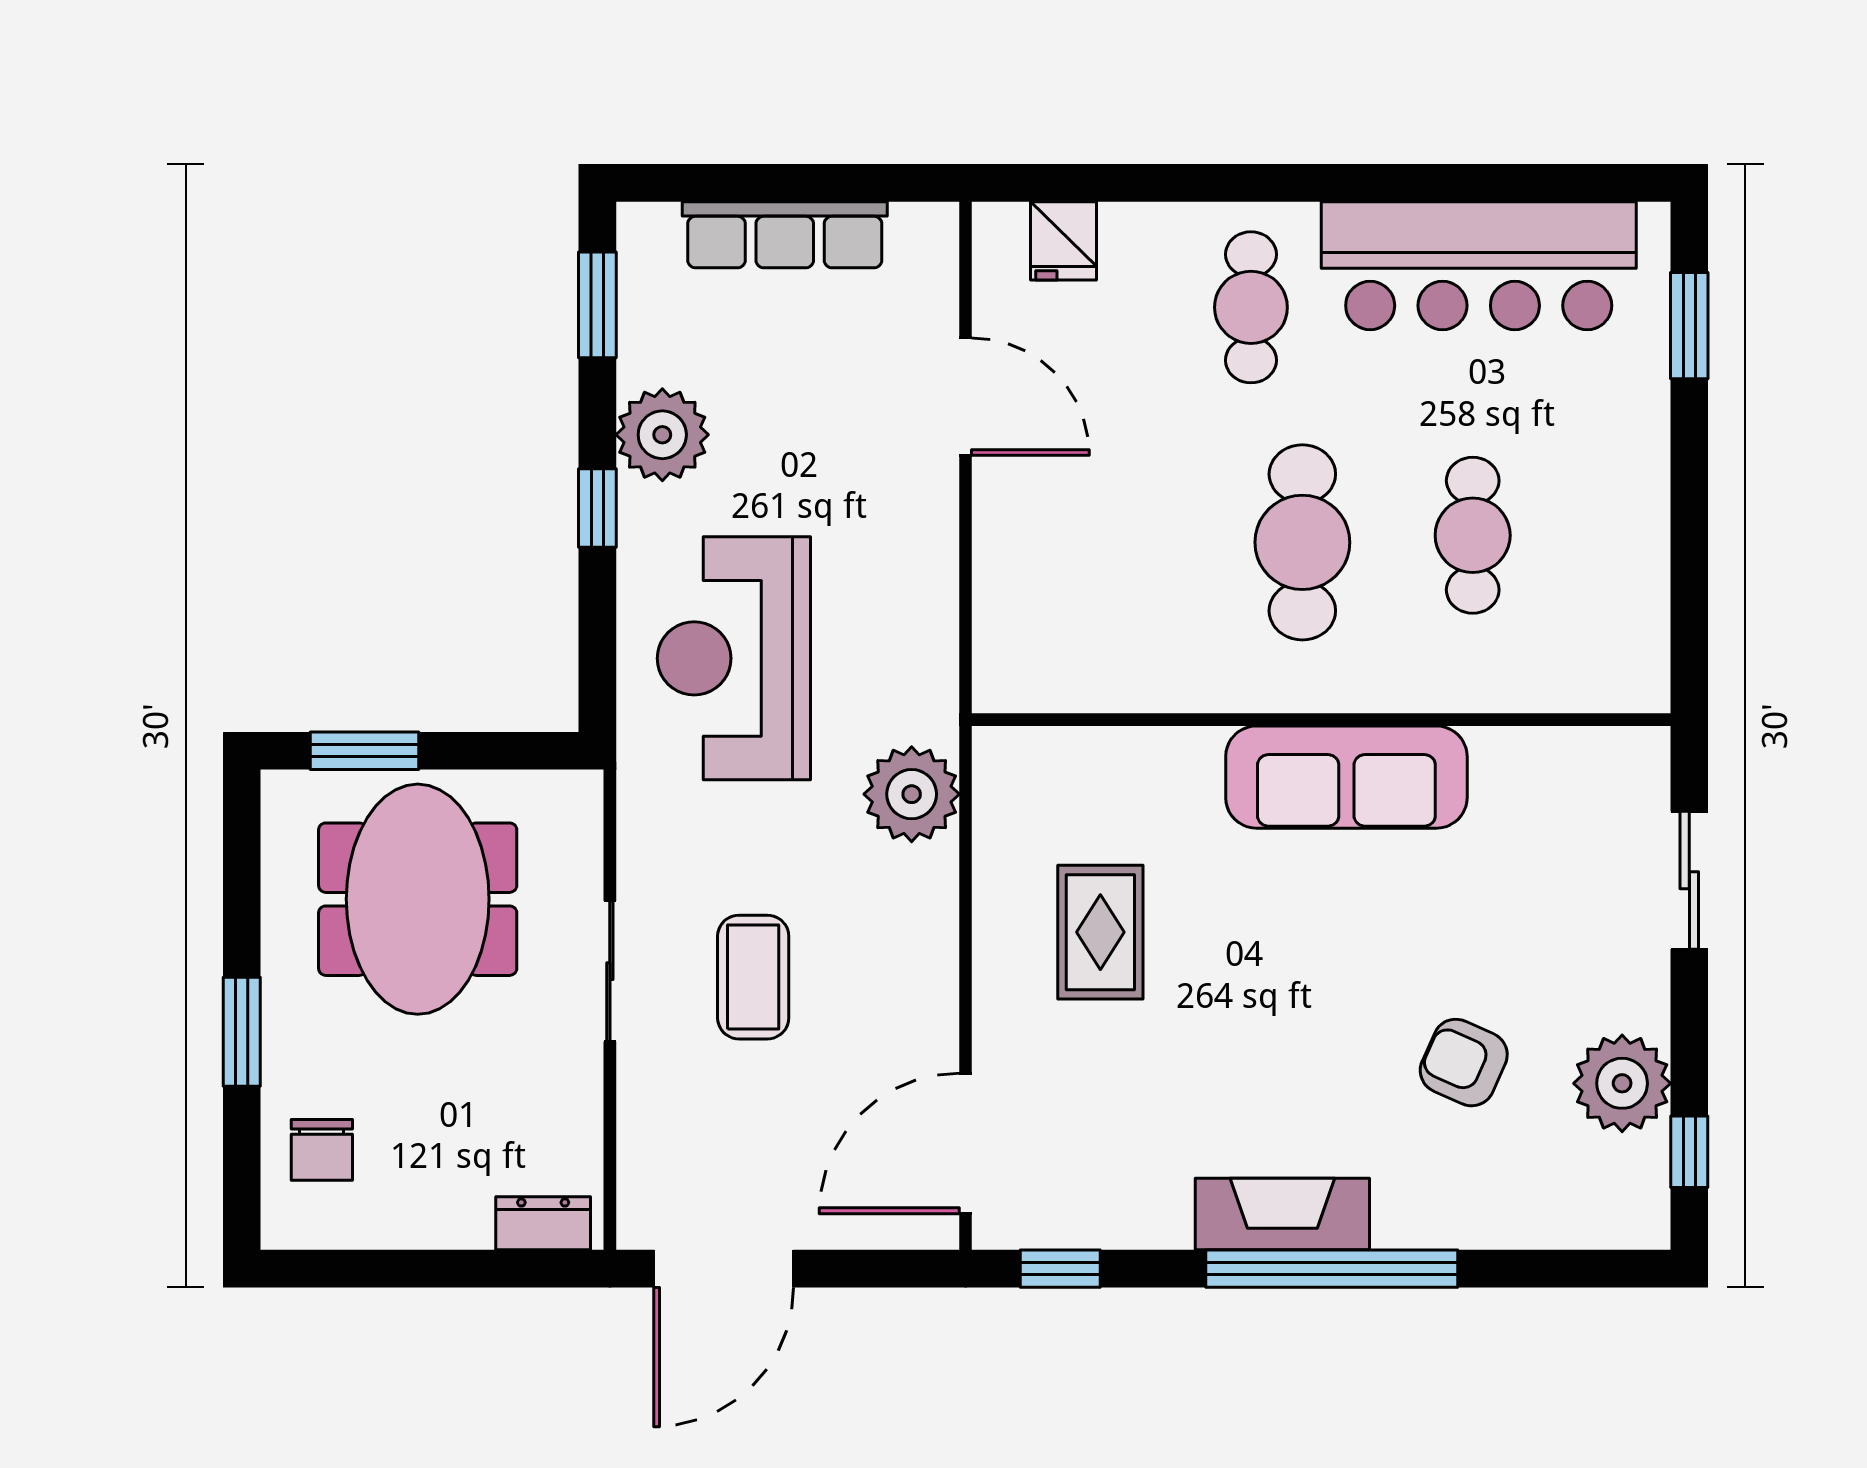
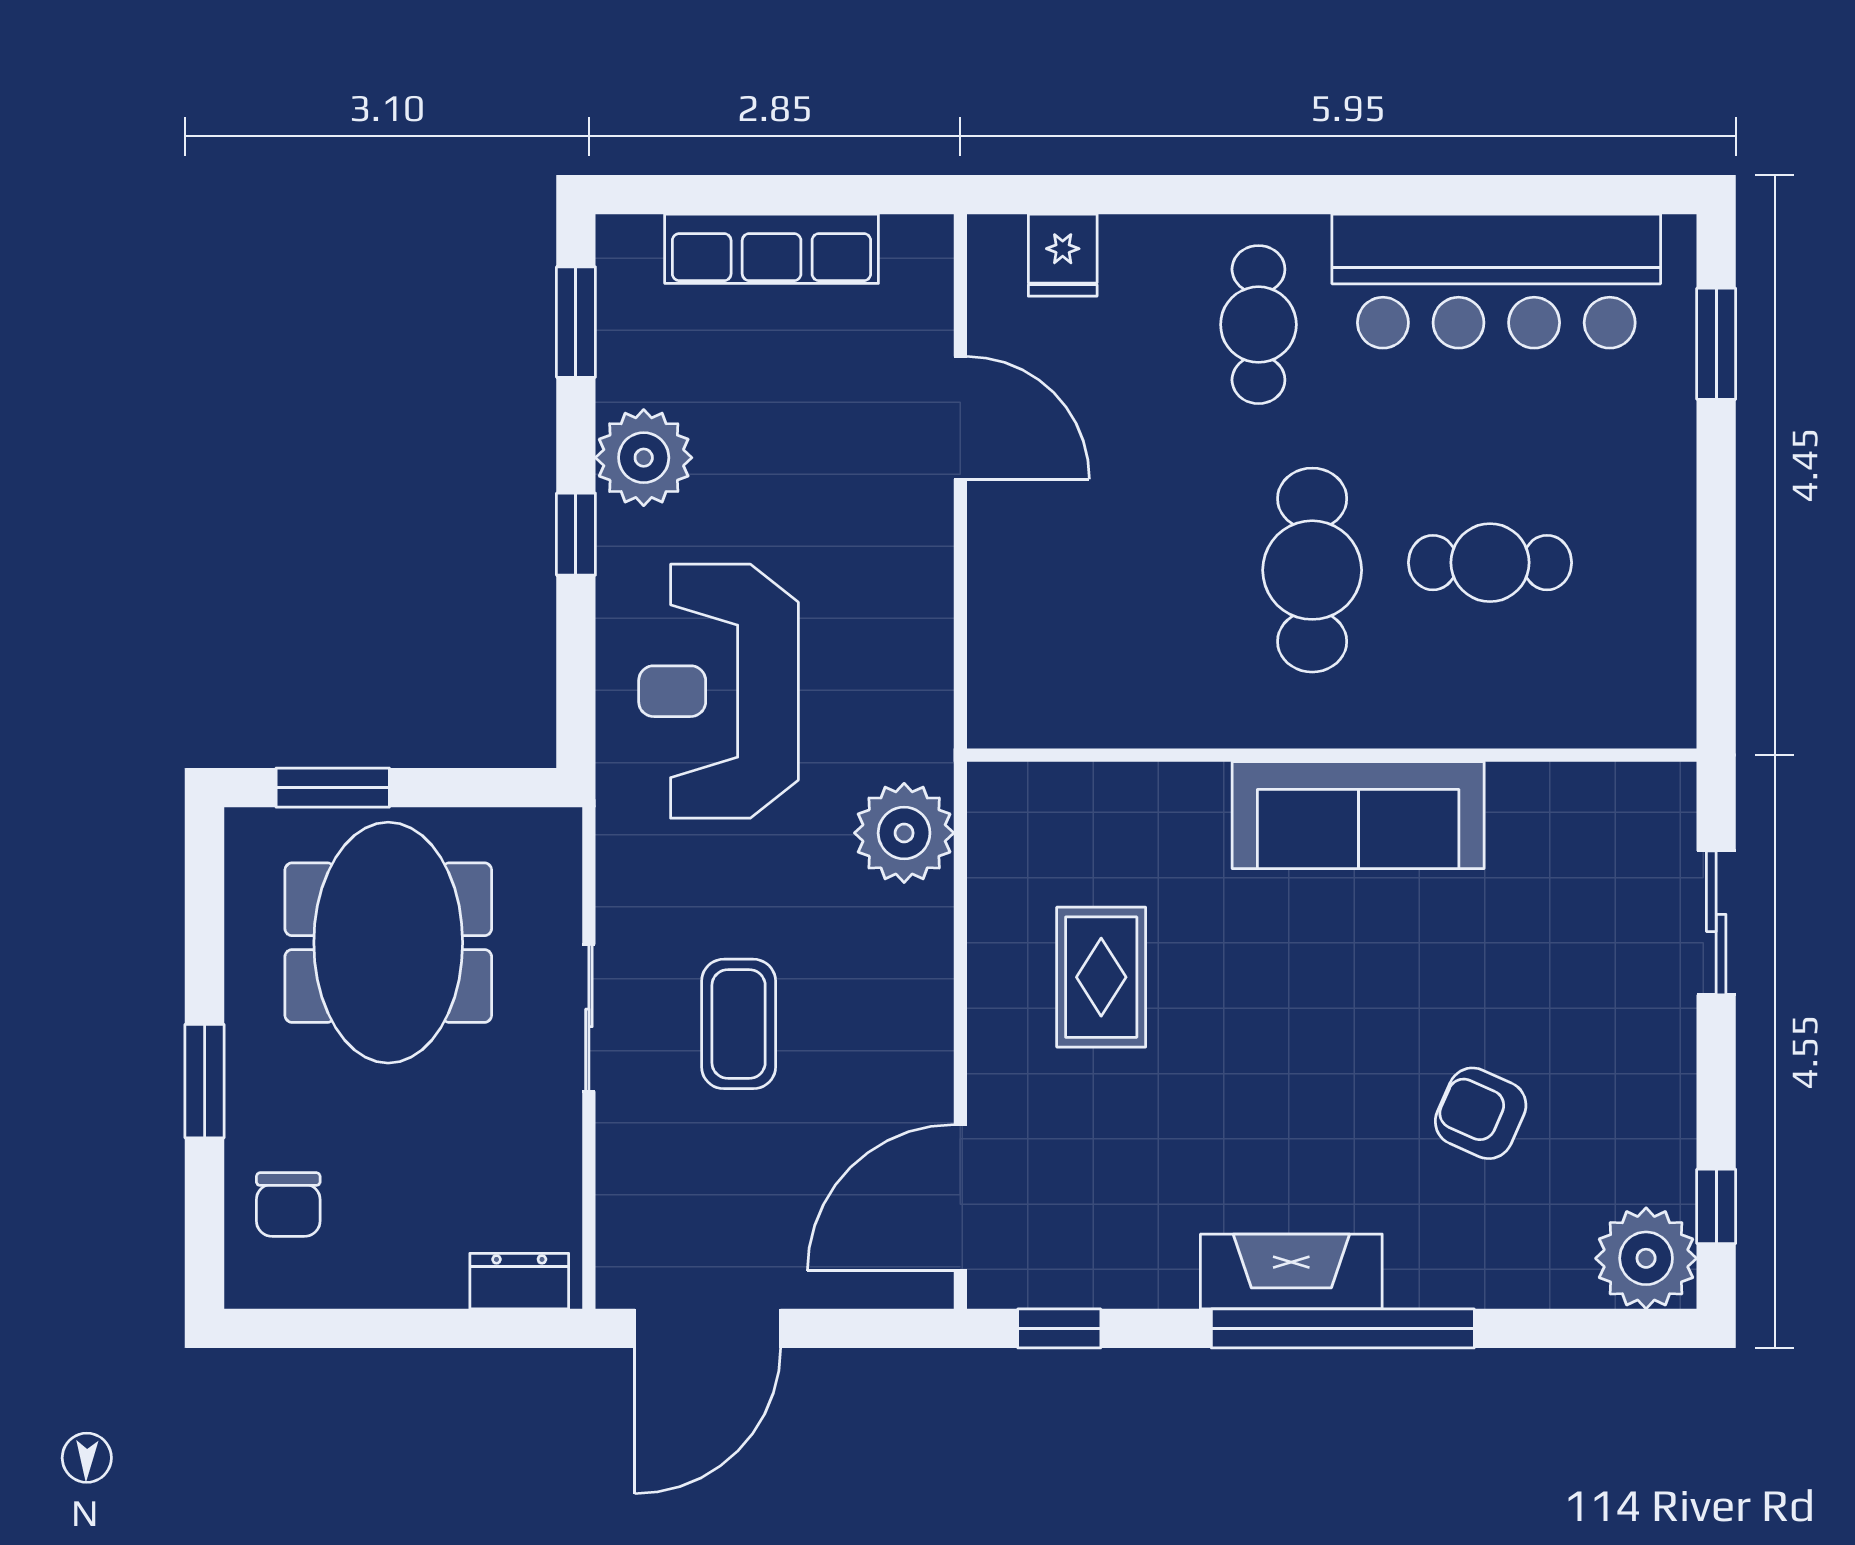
cafe table: (1473, 535) -> (1490, 563), turned 90
plant: (1622, 1083) -> (1646, 1258), moved

